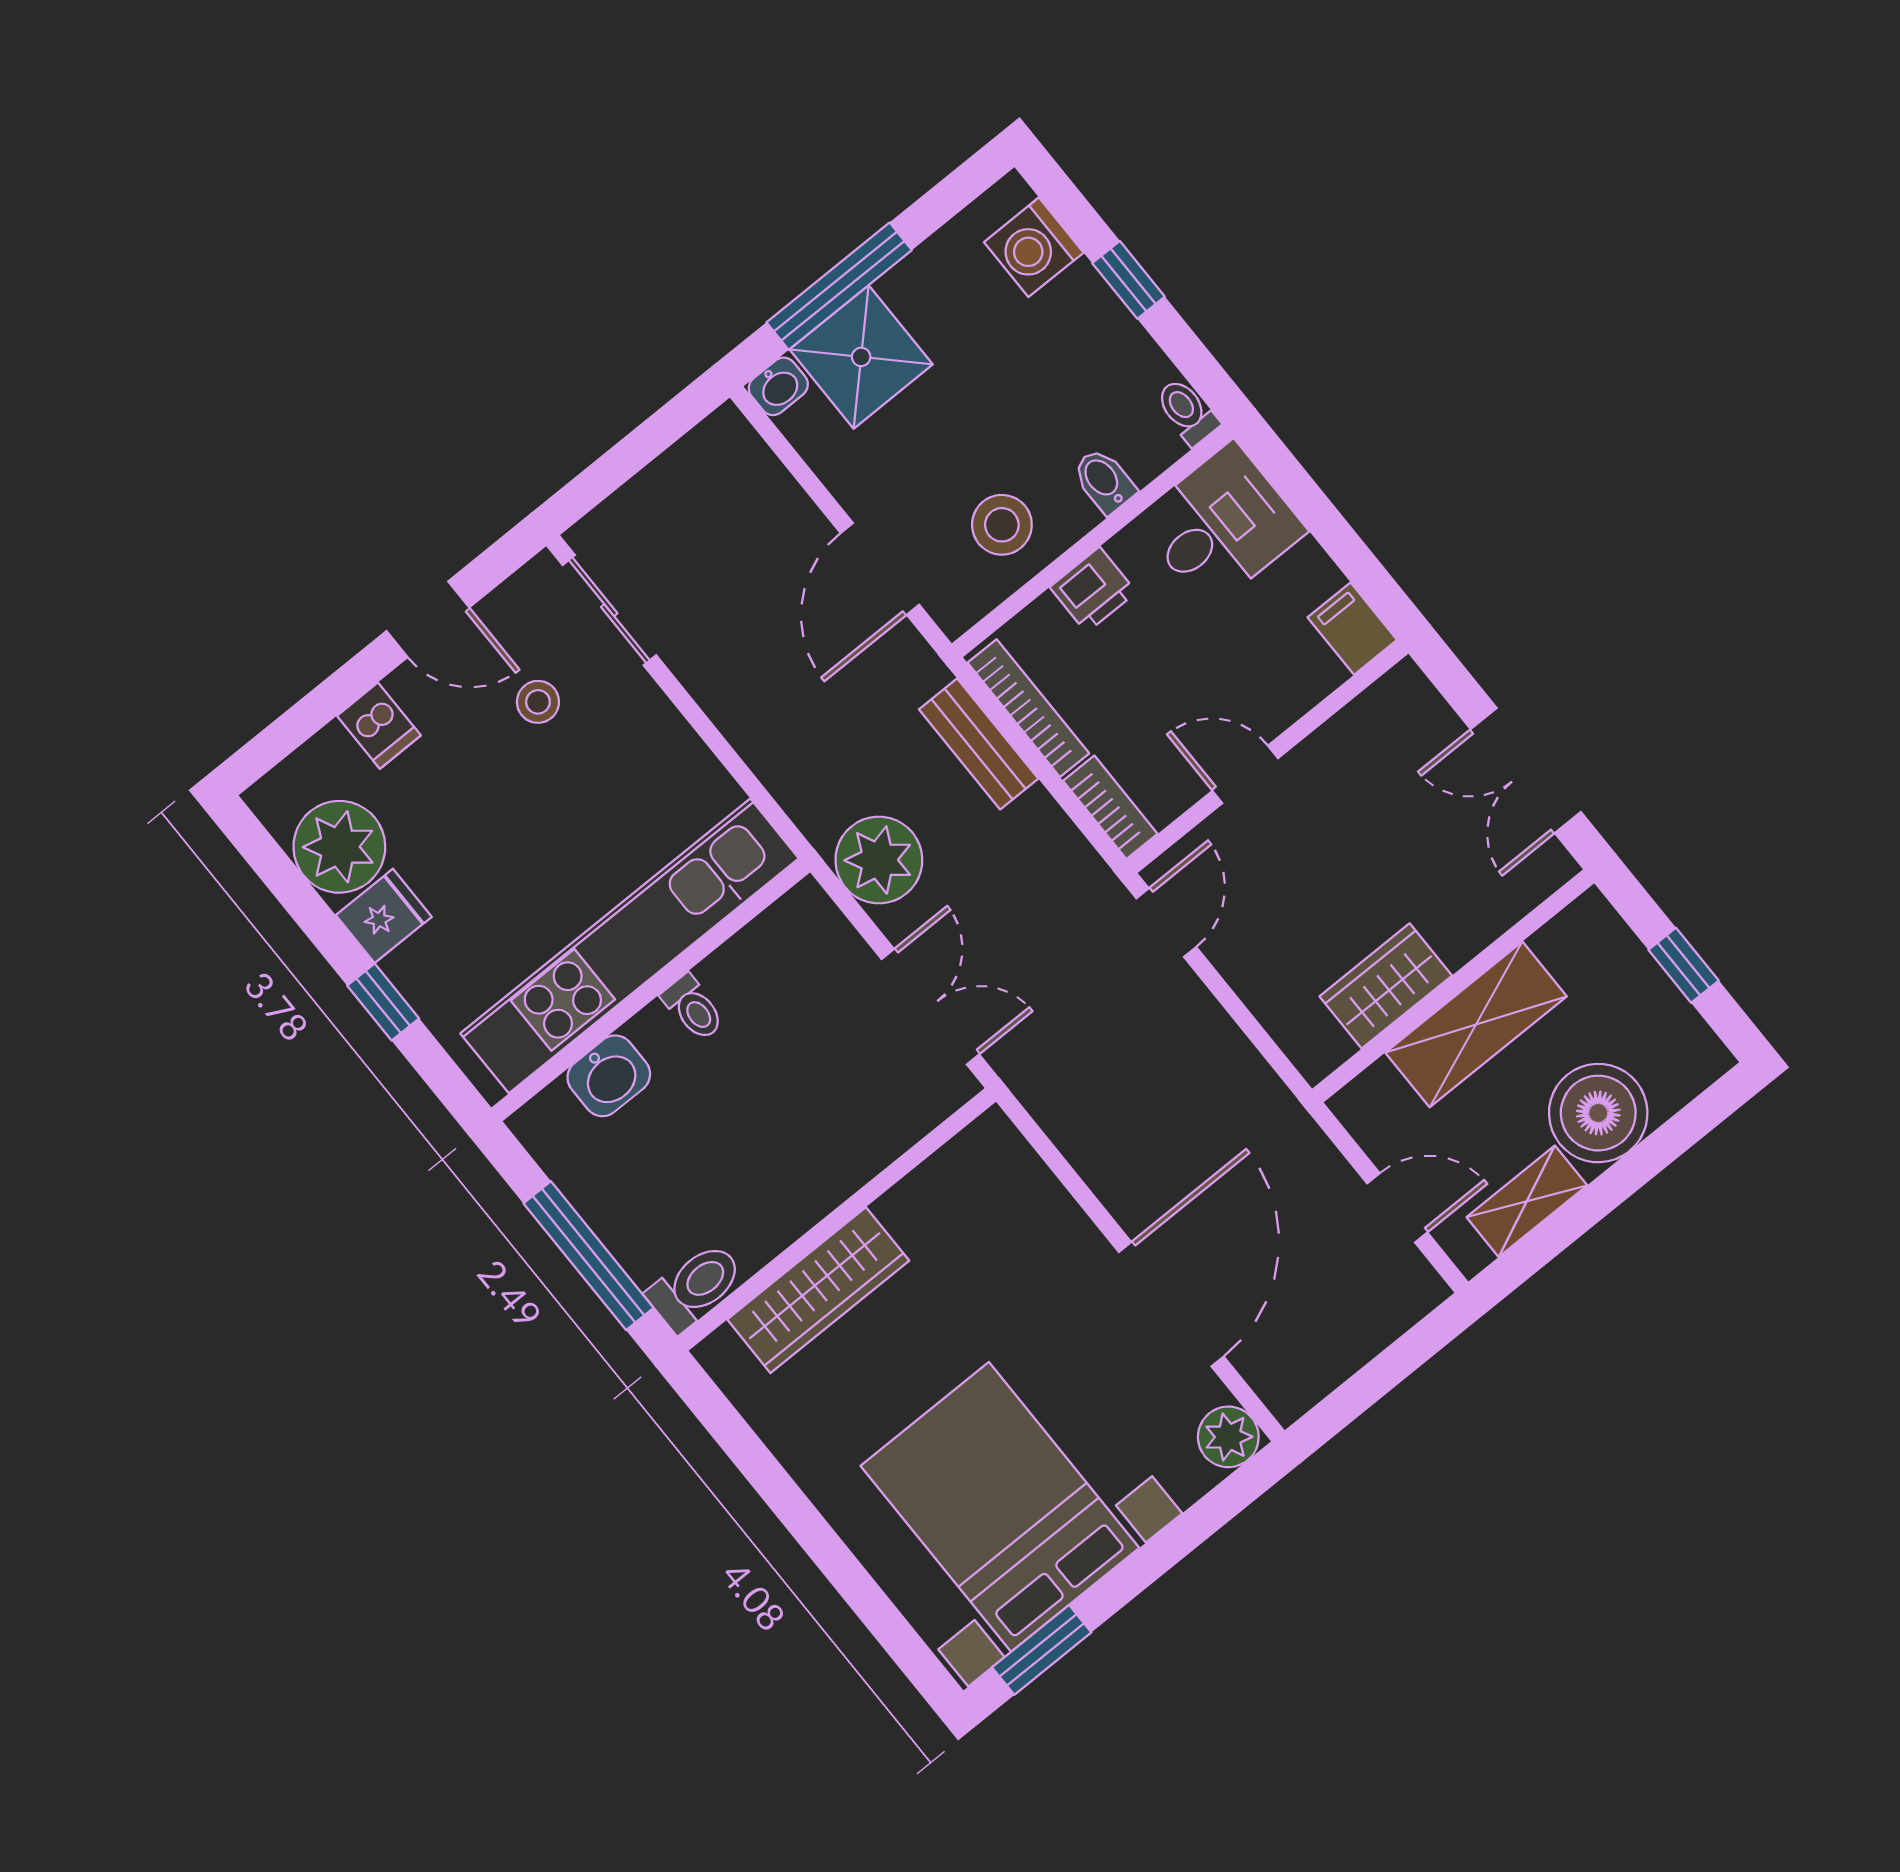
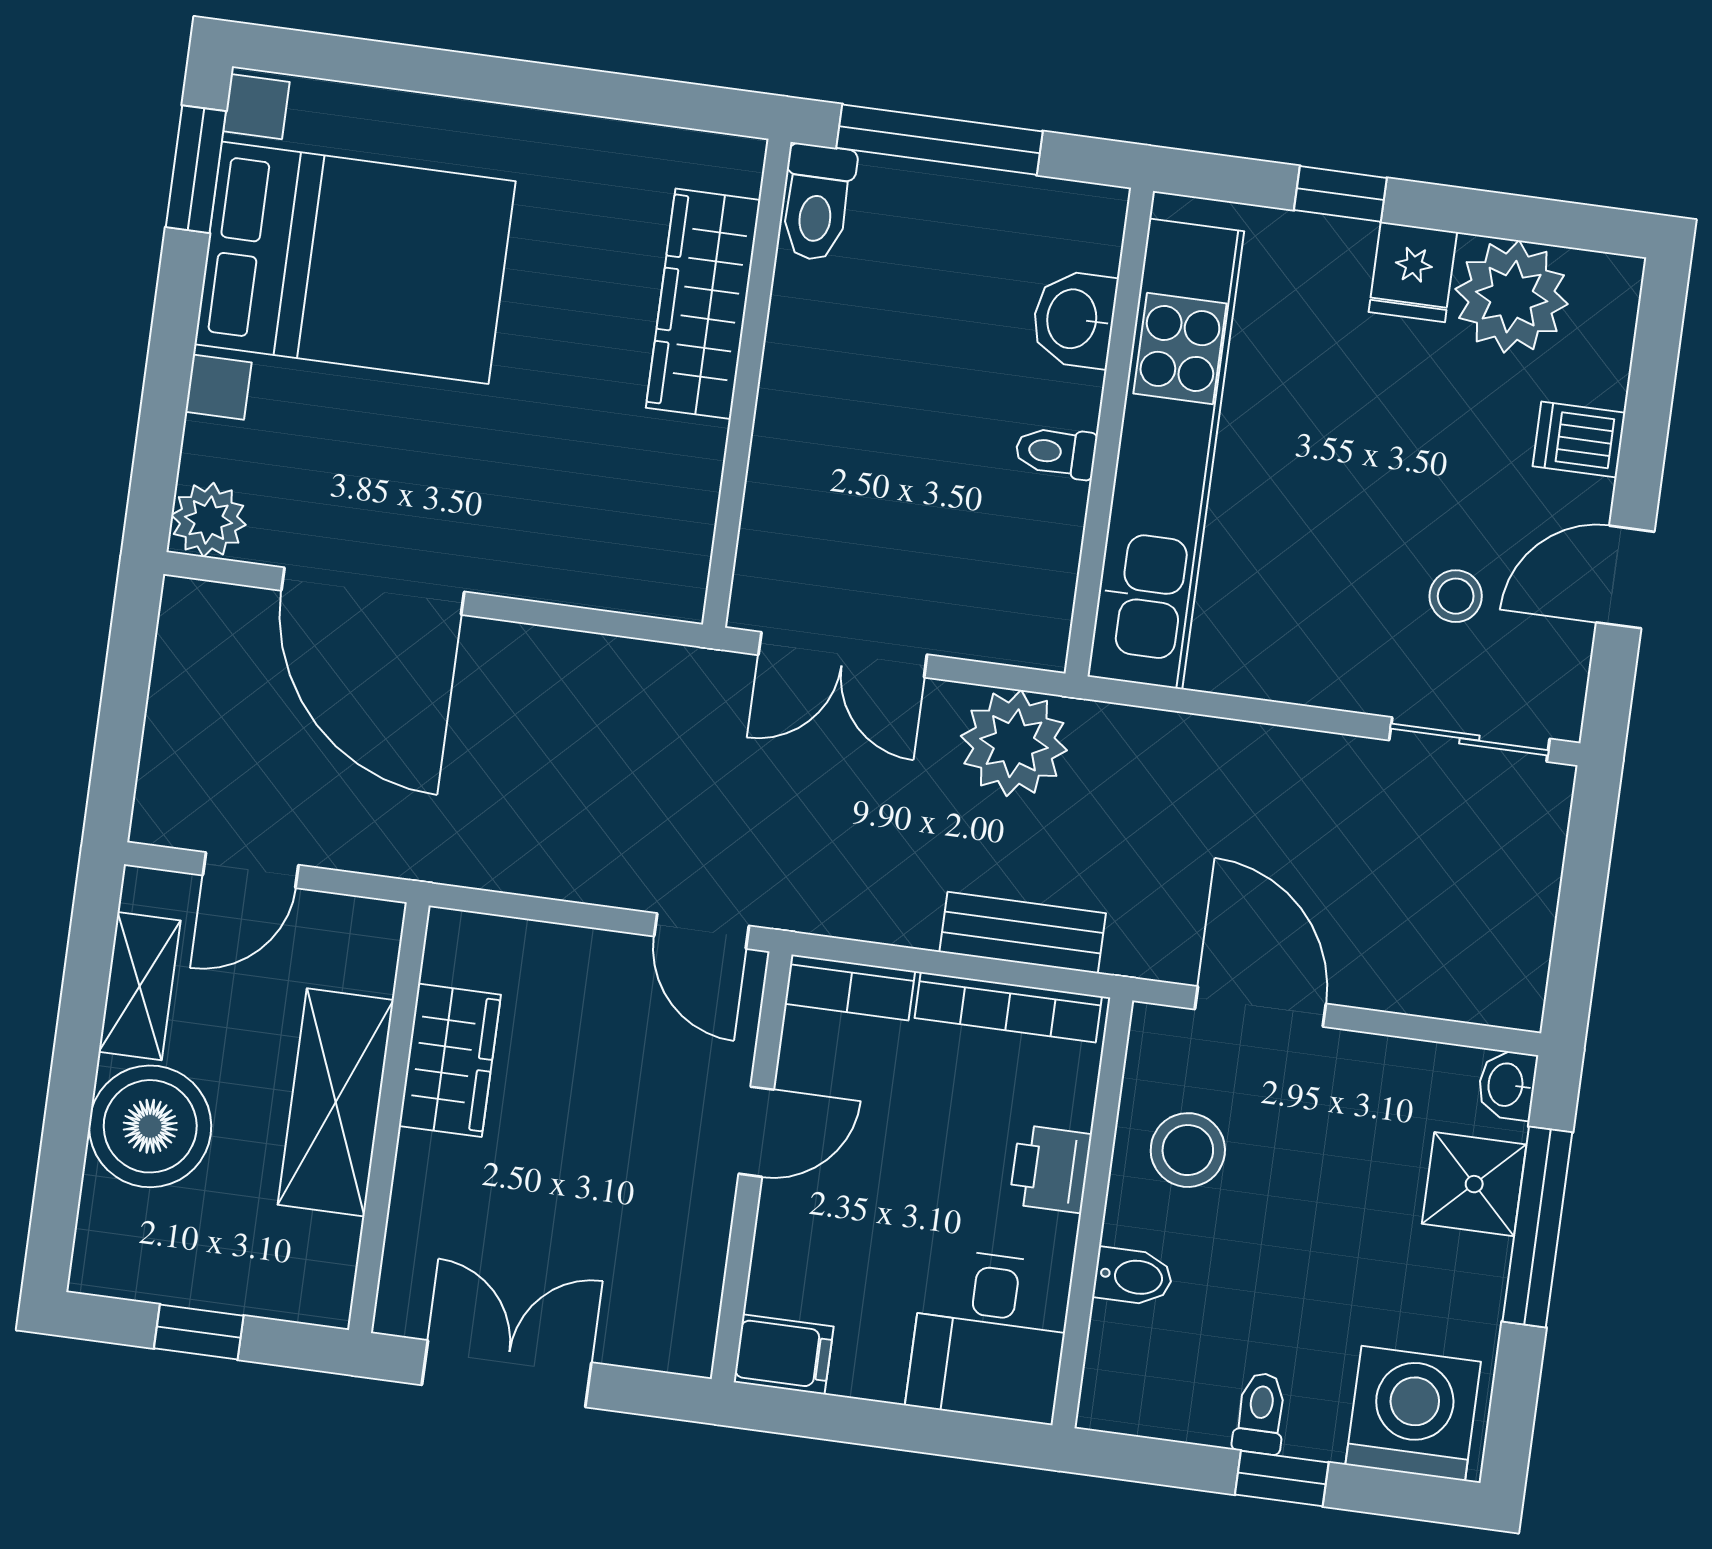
washing machine: (1034, 247) -> (1413, 1413), width x1.37, depth x1.37
shower: (861, 357) -> (1474, 1184), width x0.73, depth x0.73
toilet: (1187, 412) -> (1260, 1413), moved, turned -90

